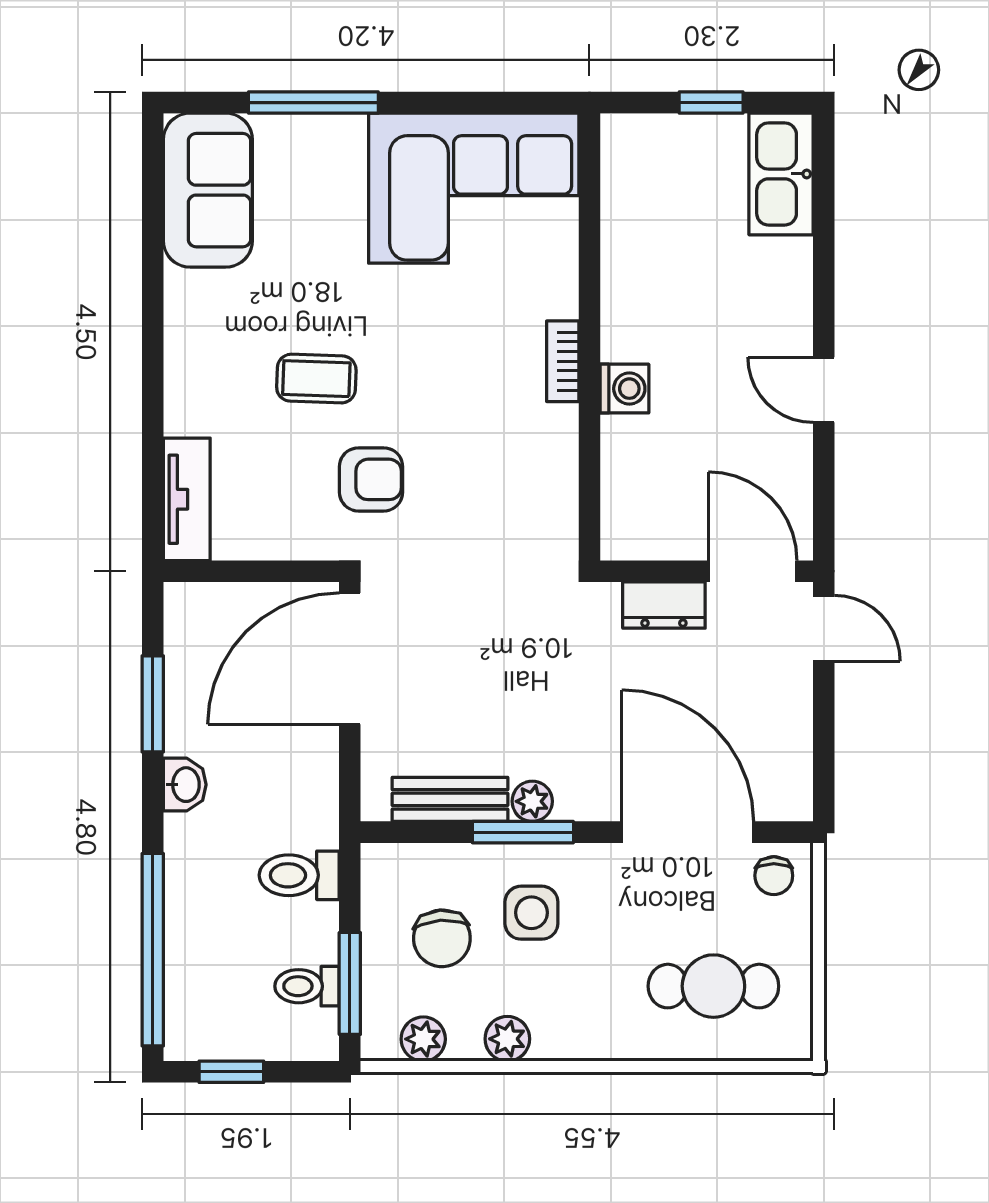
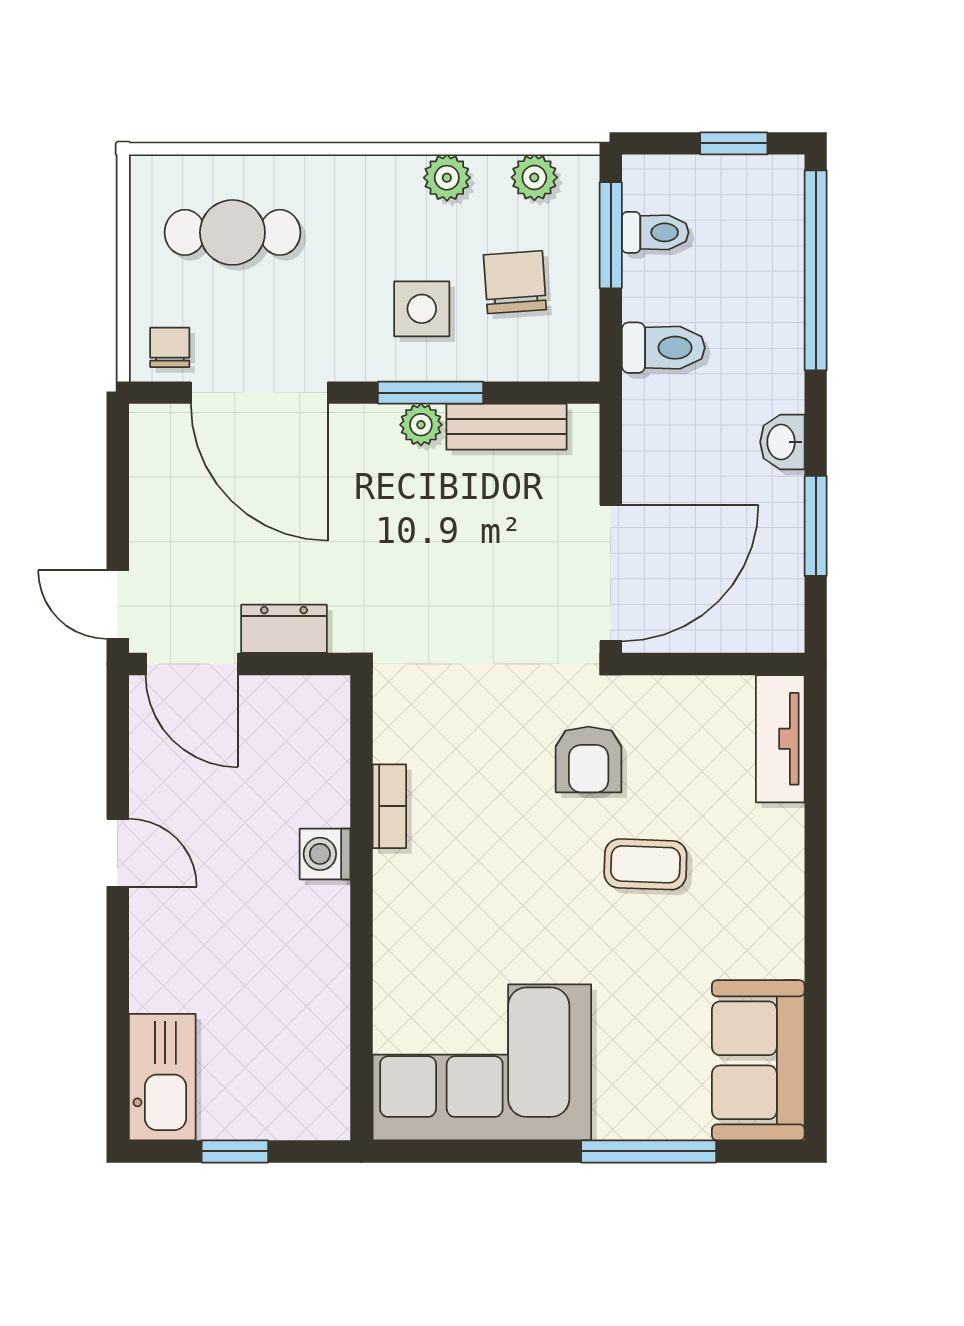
bookcase: (563, 361) -> (389, 806), moved
armchair: (371, 479) -> (589, 759), turned -90

